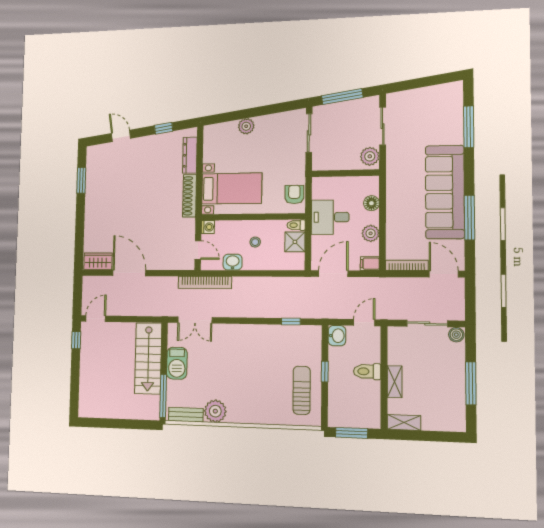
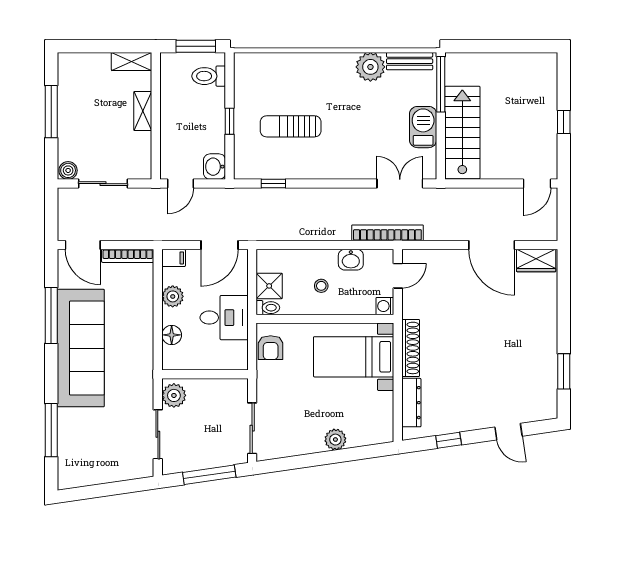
door: (198, 250) -> (398, 276), swing flipped
window: (76, 340) -> (564, 122), moved
toilet: (367, 371) -> (209, 76), moved, turned 180
sun lounger: (302, 390) -> (291, 126), moved, turned 90

